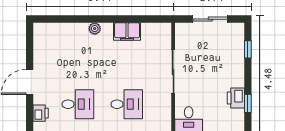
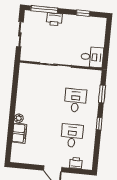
filing cabinet: (127, 32) -> (19, 133), moved
window: (248, 49) -> (44, 9), width x2.17
printer: (236, 98) -> (54, 19), moved

